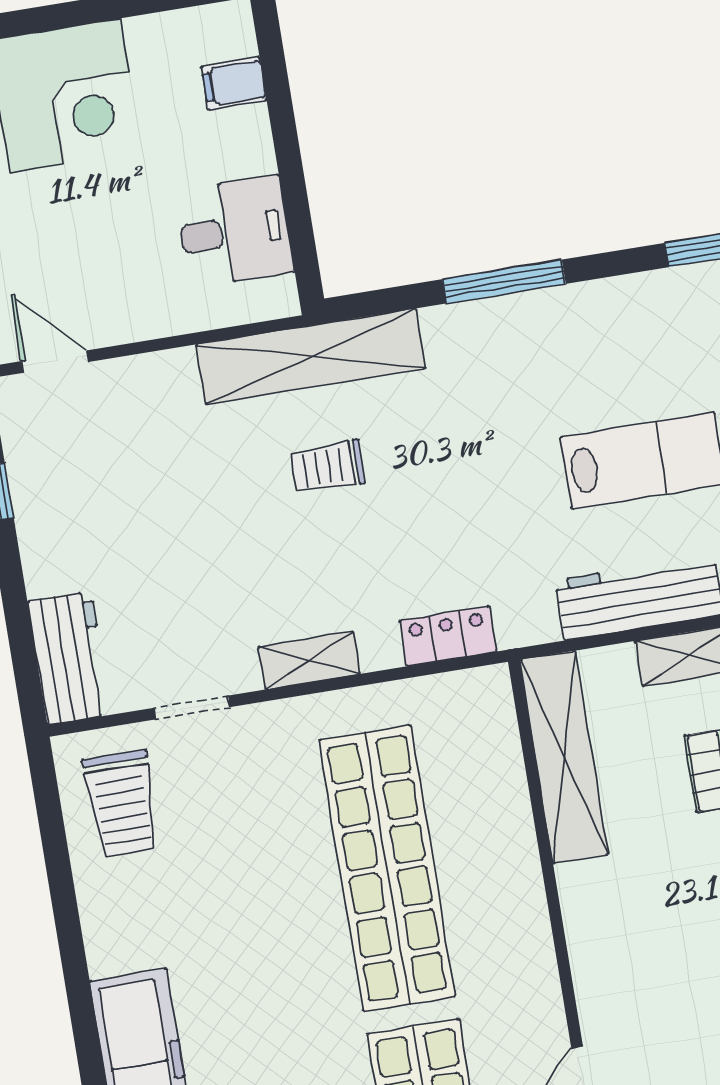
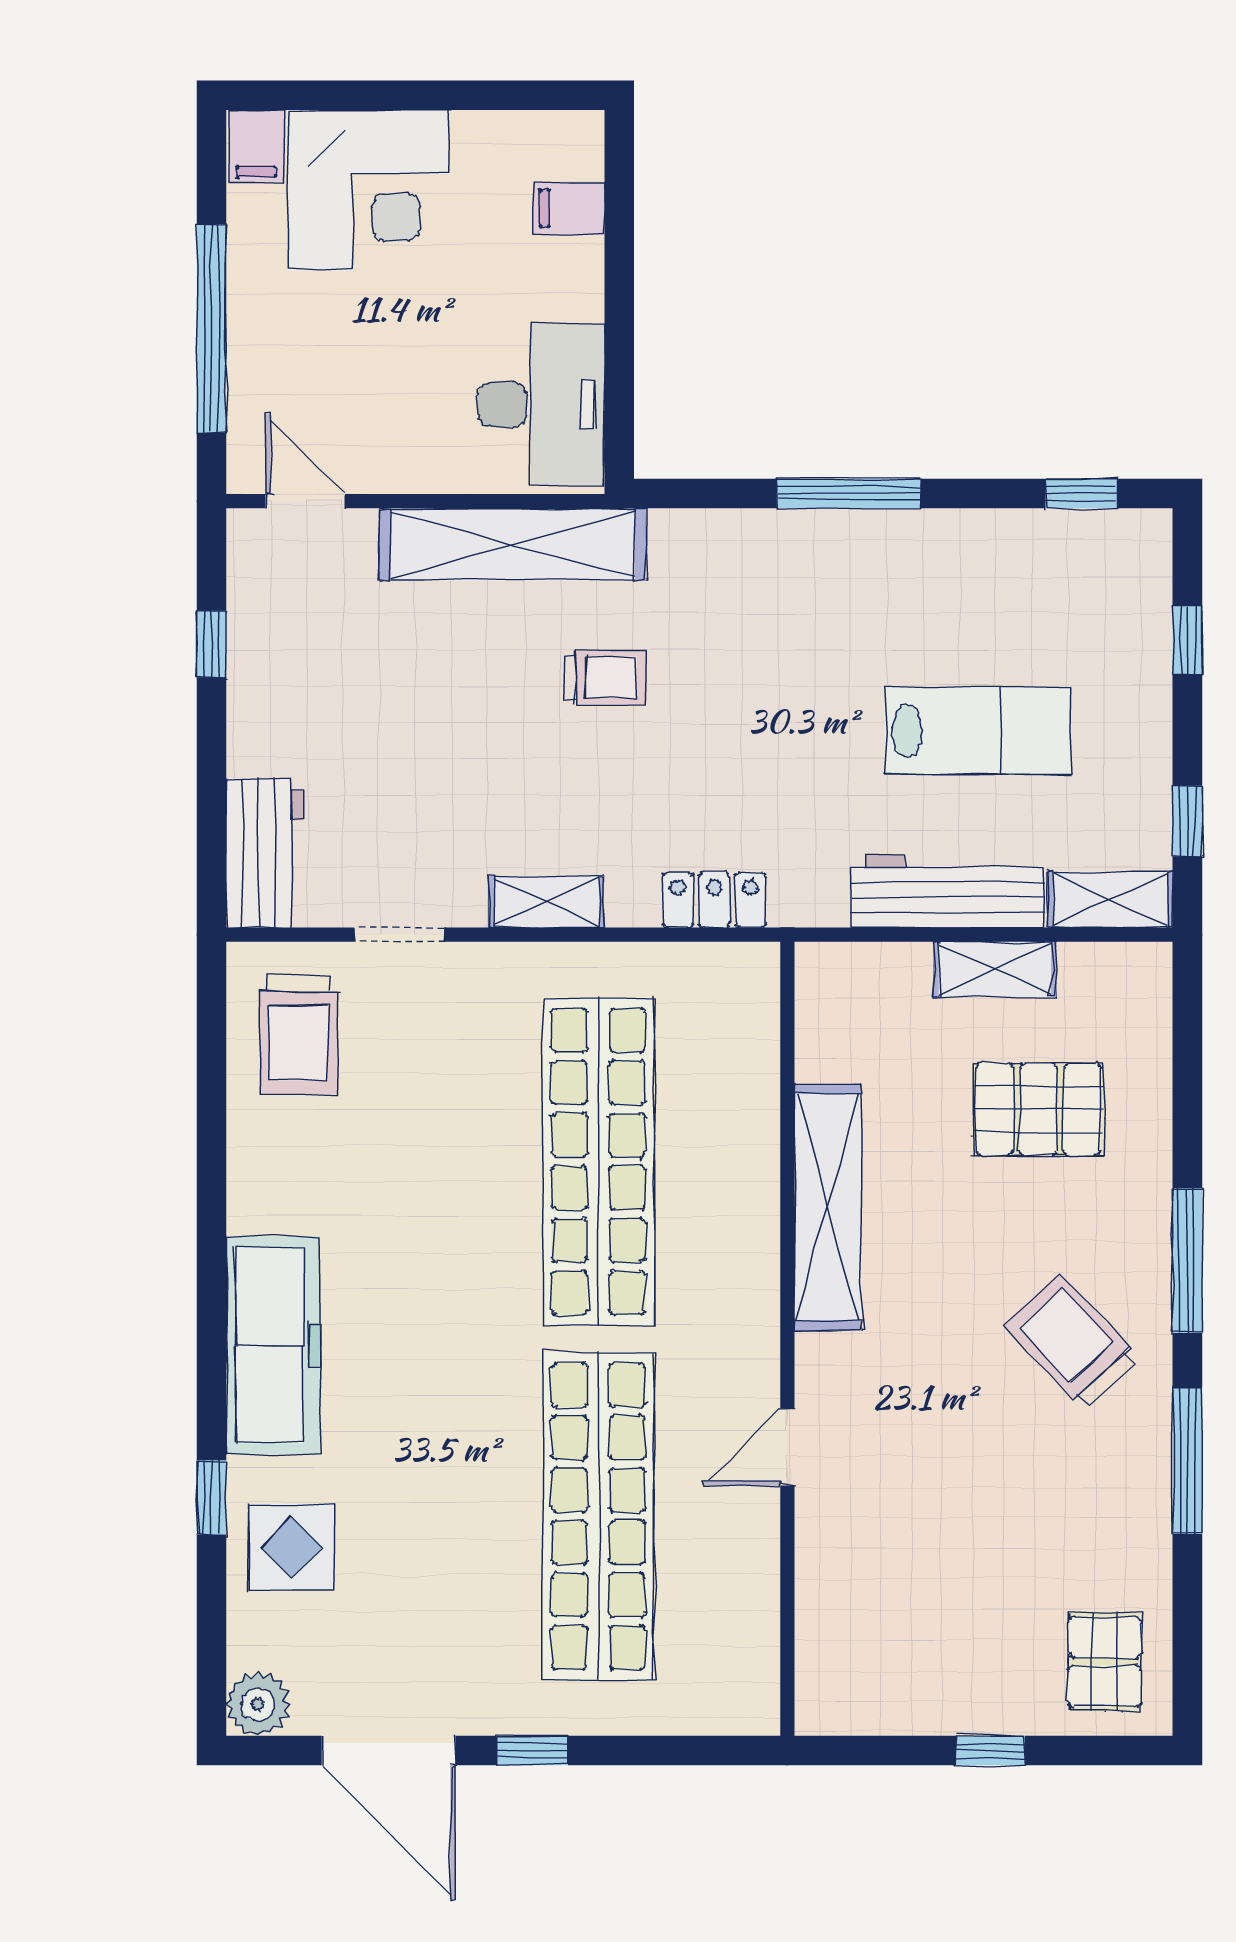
desk: (234, 231) -> (541, 405), width x1.37
shelving: (311, 356) -> (513, 544), moved
trolley: (328, 467) -> (606, 677), turned 180
shelving: (564, 757) -> (828, 1207), moved

